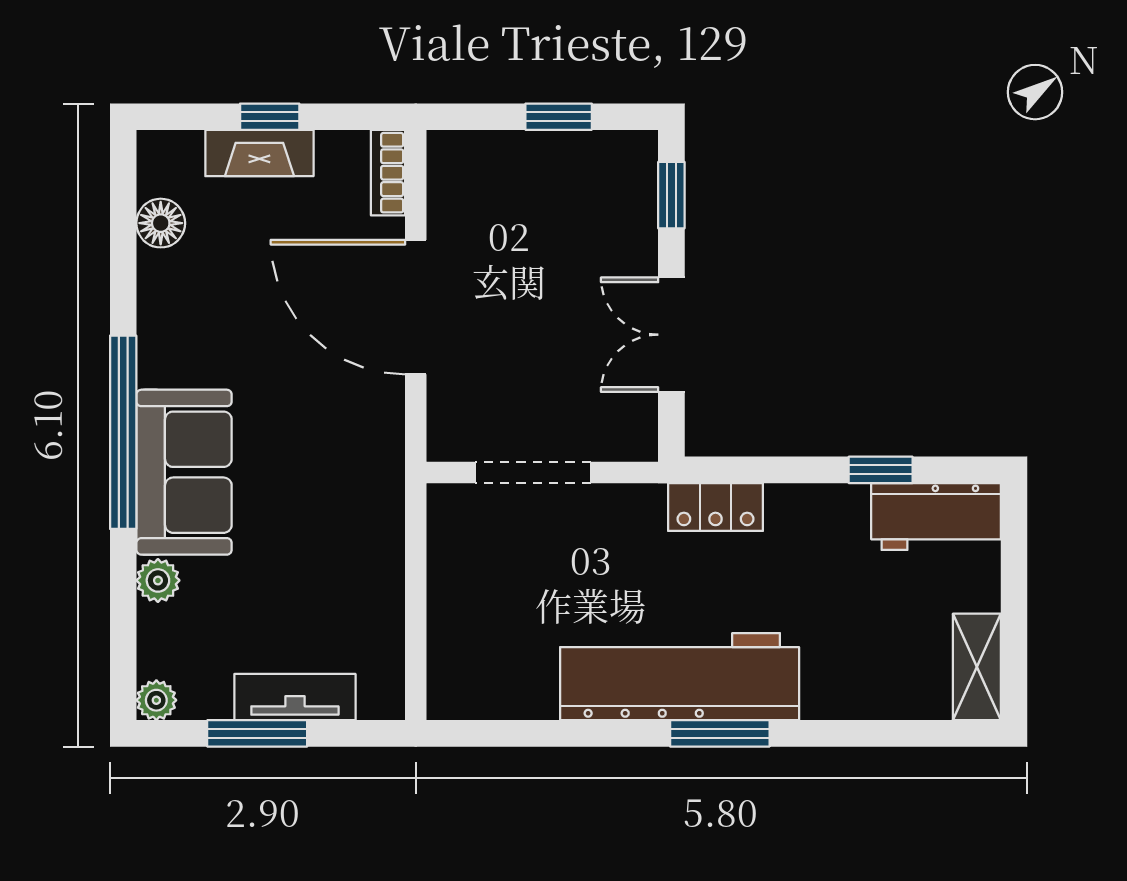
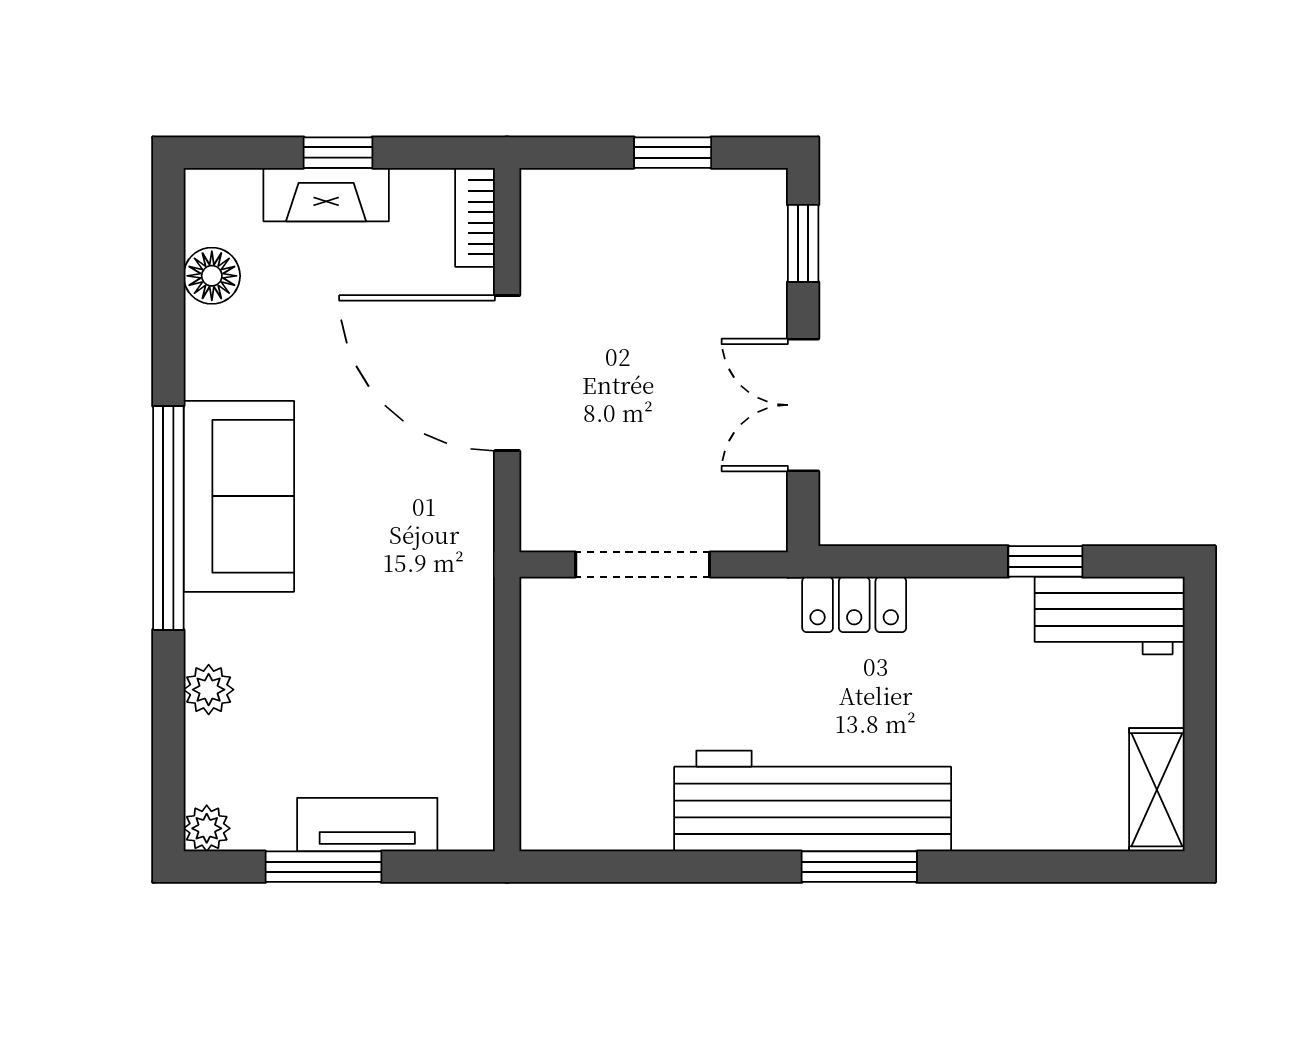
sofa: (184, 472) -> (239, 496), moved

